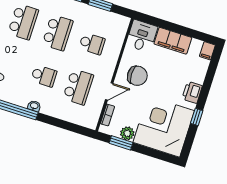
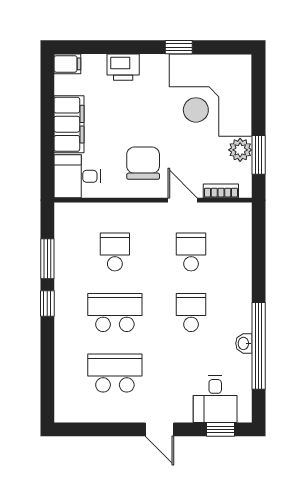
school desk: (78, 87) -> (191, 252), width x0.54
printer: (192, 92) -> (123, 67), moved
washbasin: (34, 106) -> (244, 343), moved

